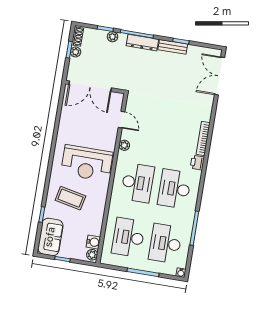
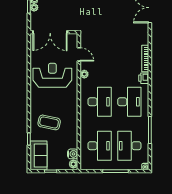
reception desk: (87, 163) -> (52, 75), moved, turned 180
desk: (174, 189) -> (129, 102), turned 180
desk: (128, 237) -> (100, 146), turned 180

